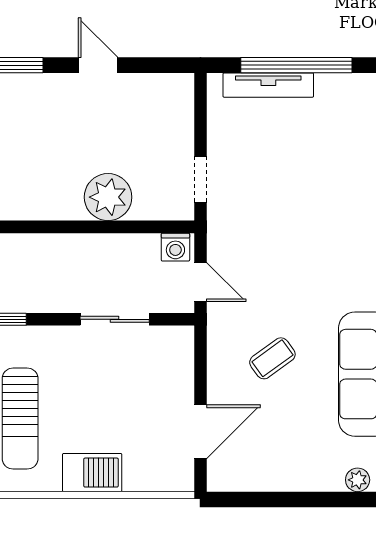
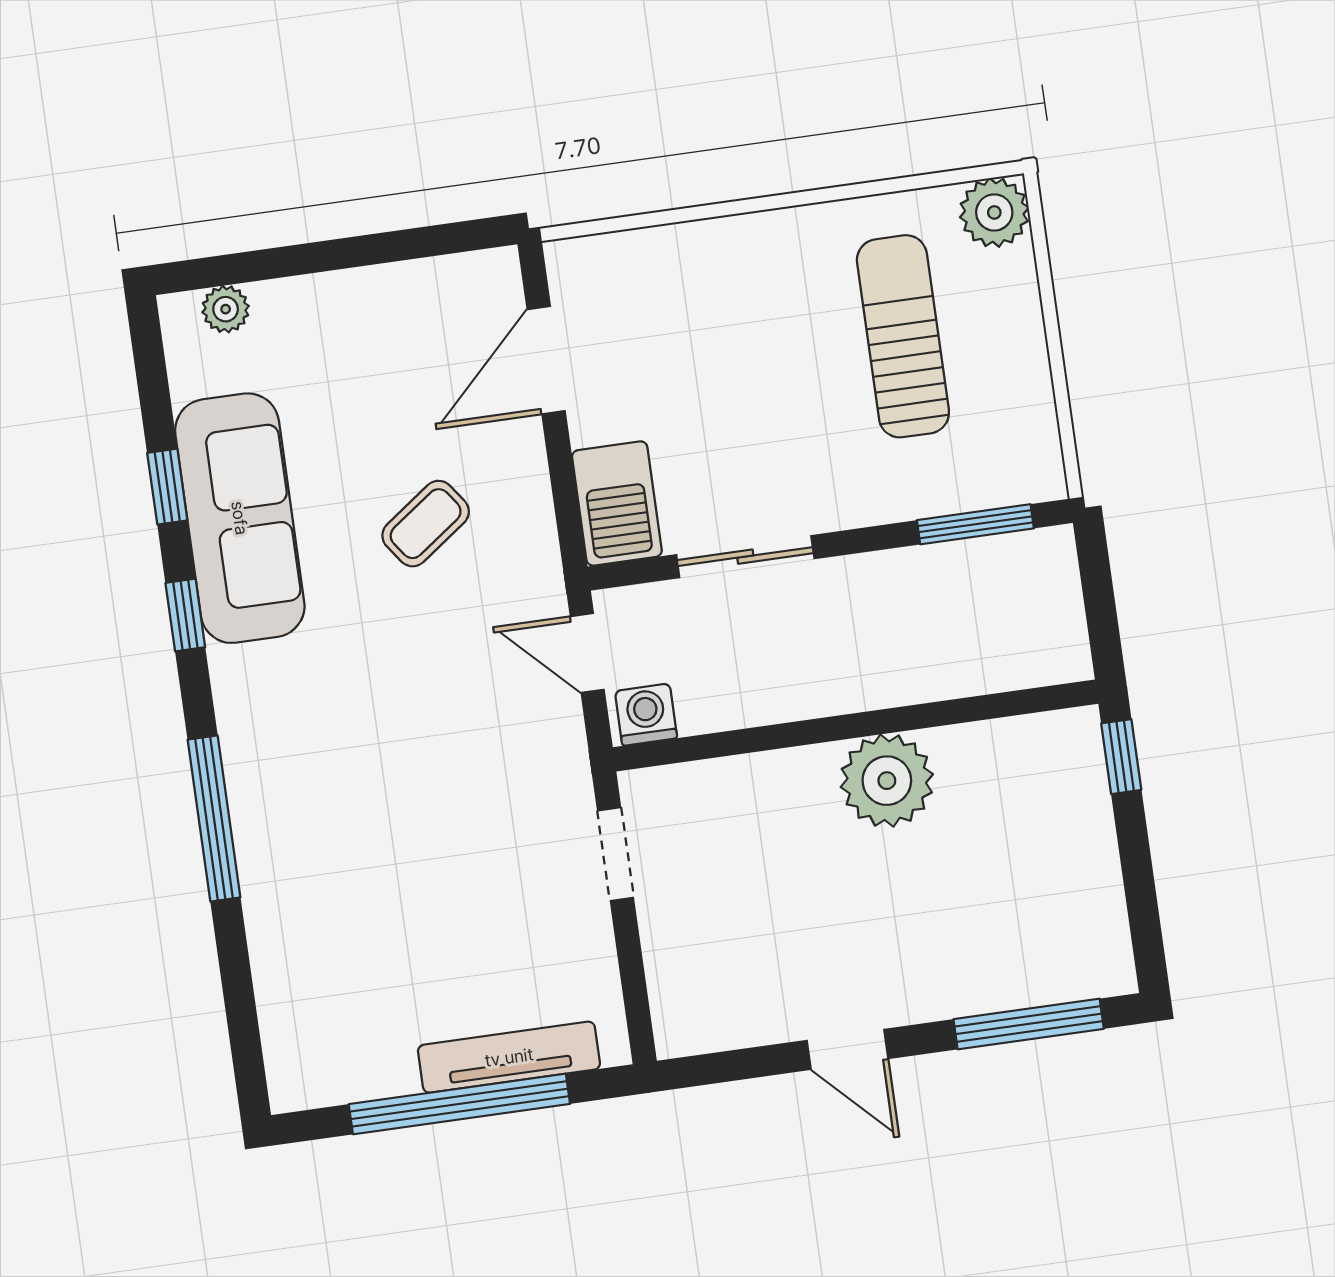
plant: (108, 197) -> (887, 781), moved
barbecue: (92, 473) -> (617, 503), moved, turned -90

